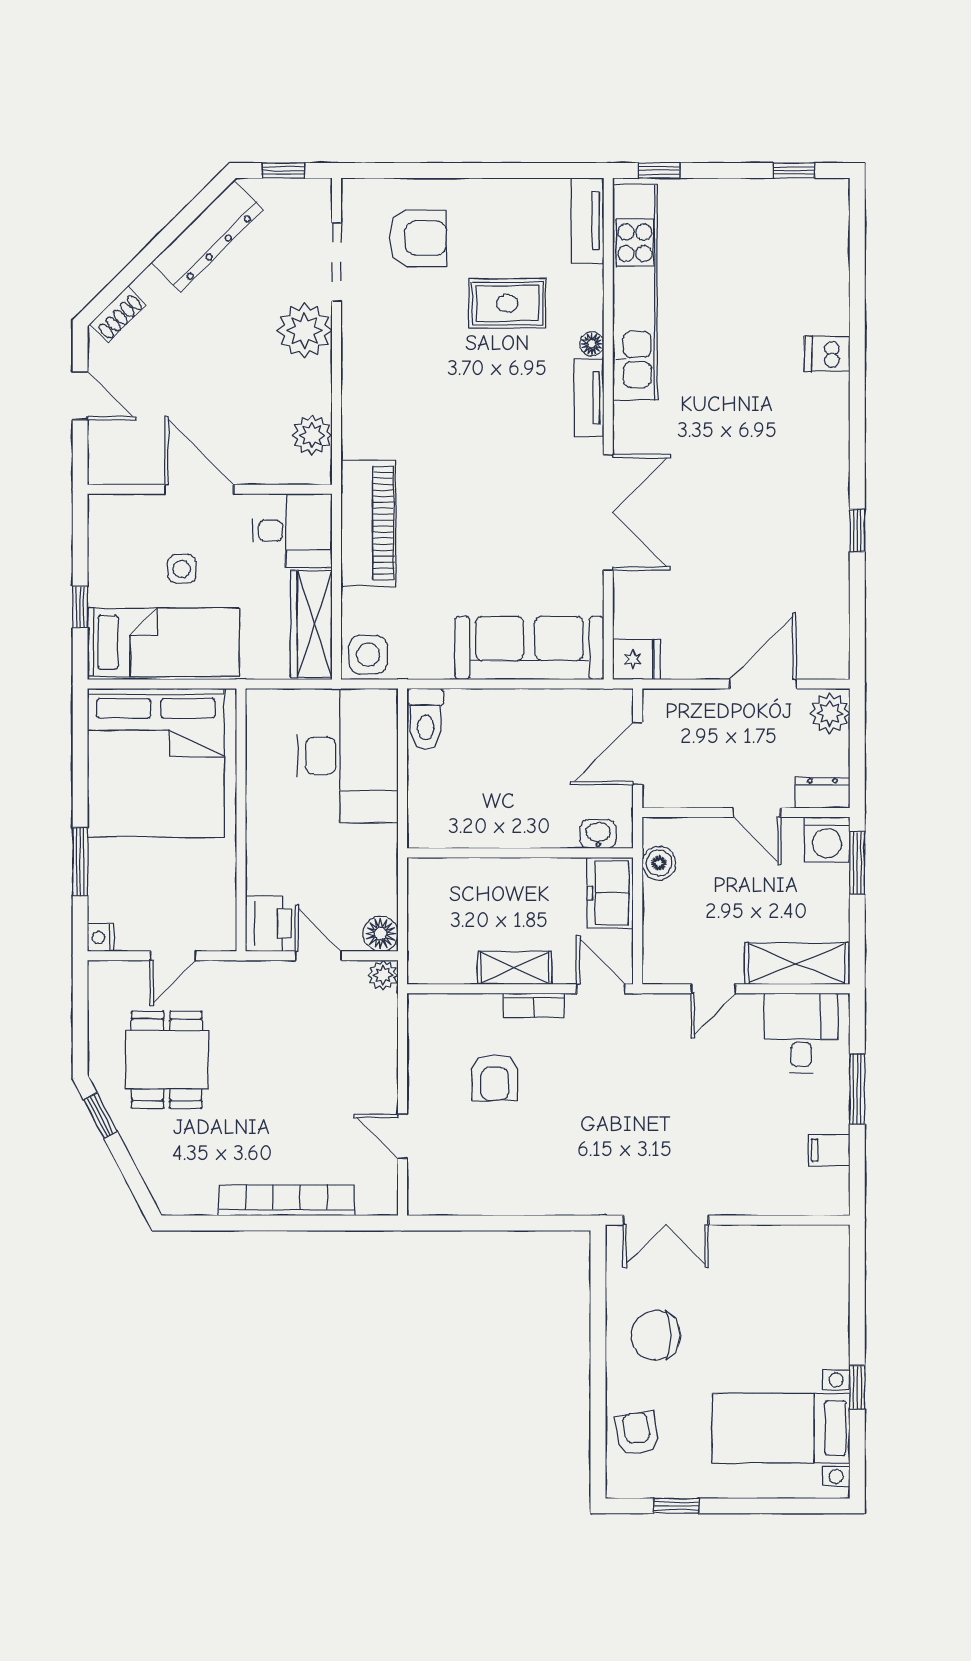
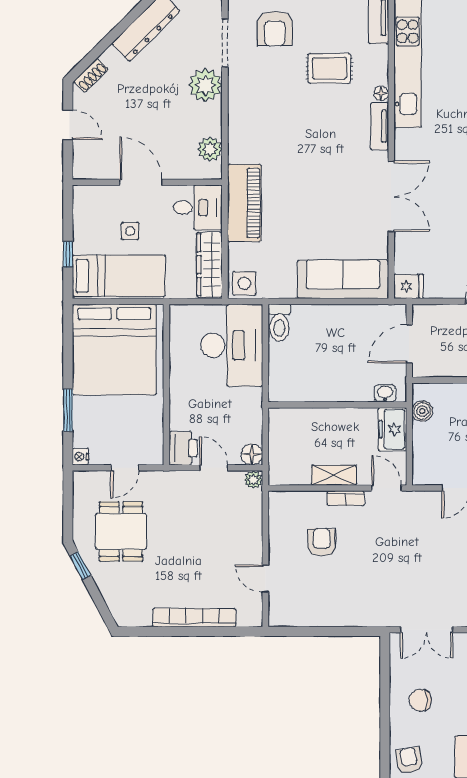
armchair: (418, 238) -> (275, 28), turned 90
armchair: (495, 1078) -> (322, 542), turned 180
chair: (656, 1335) -> (420, 700), width x0.73, depth x0.73

